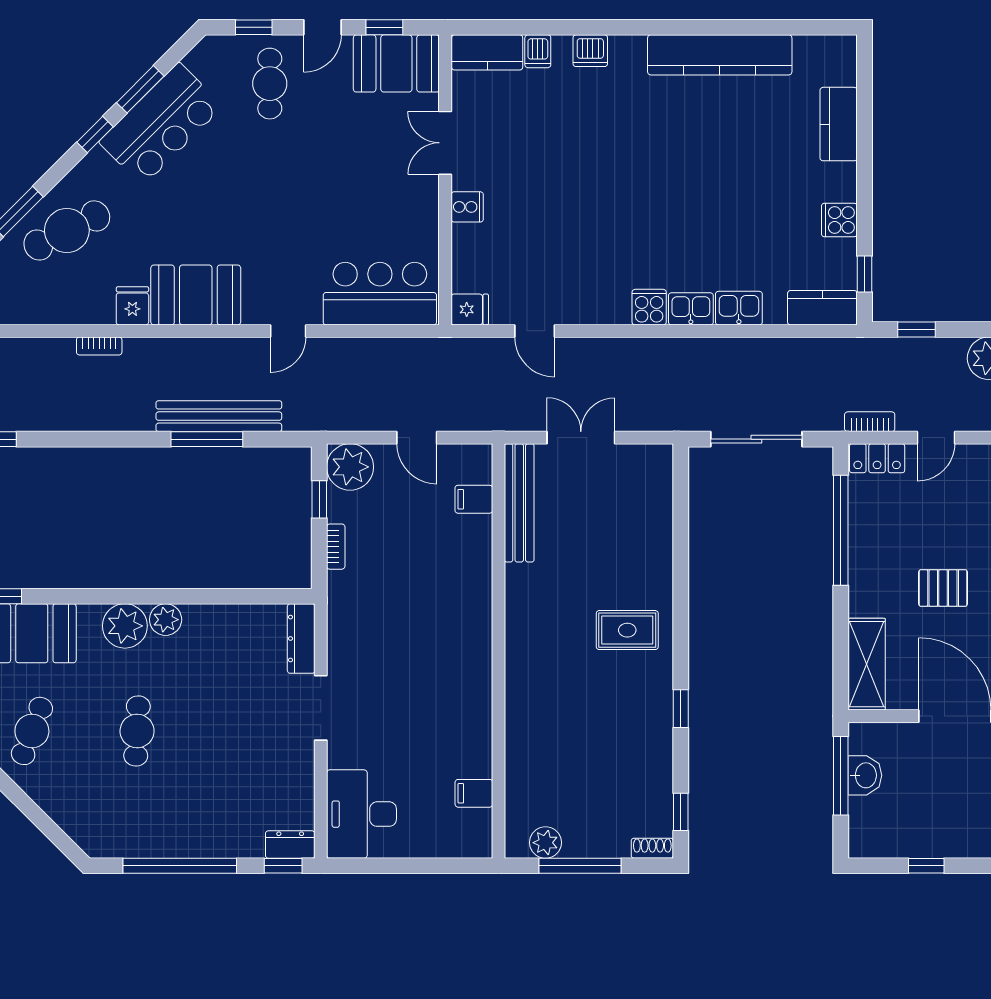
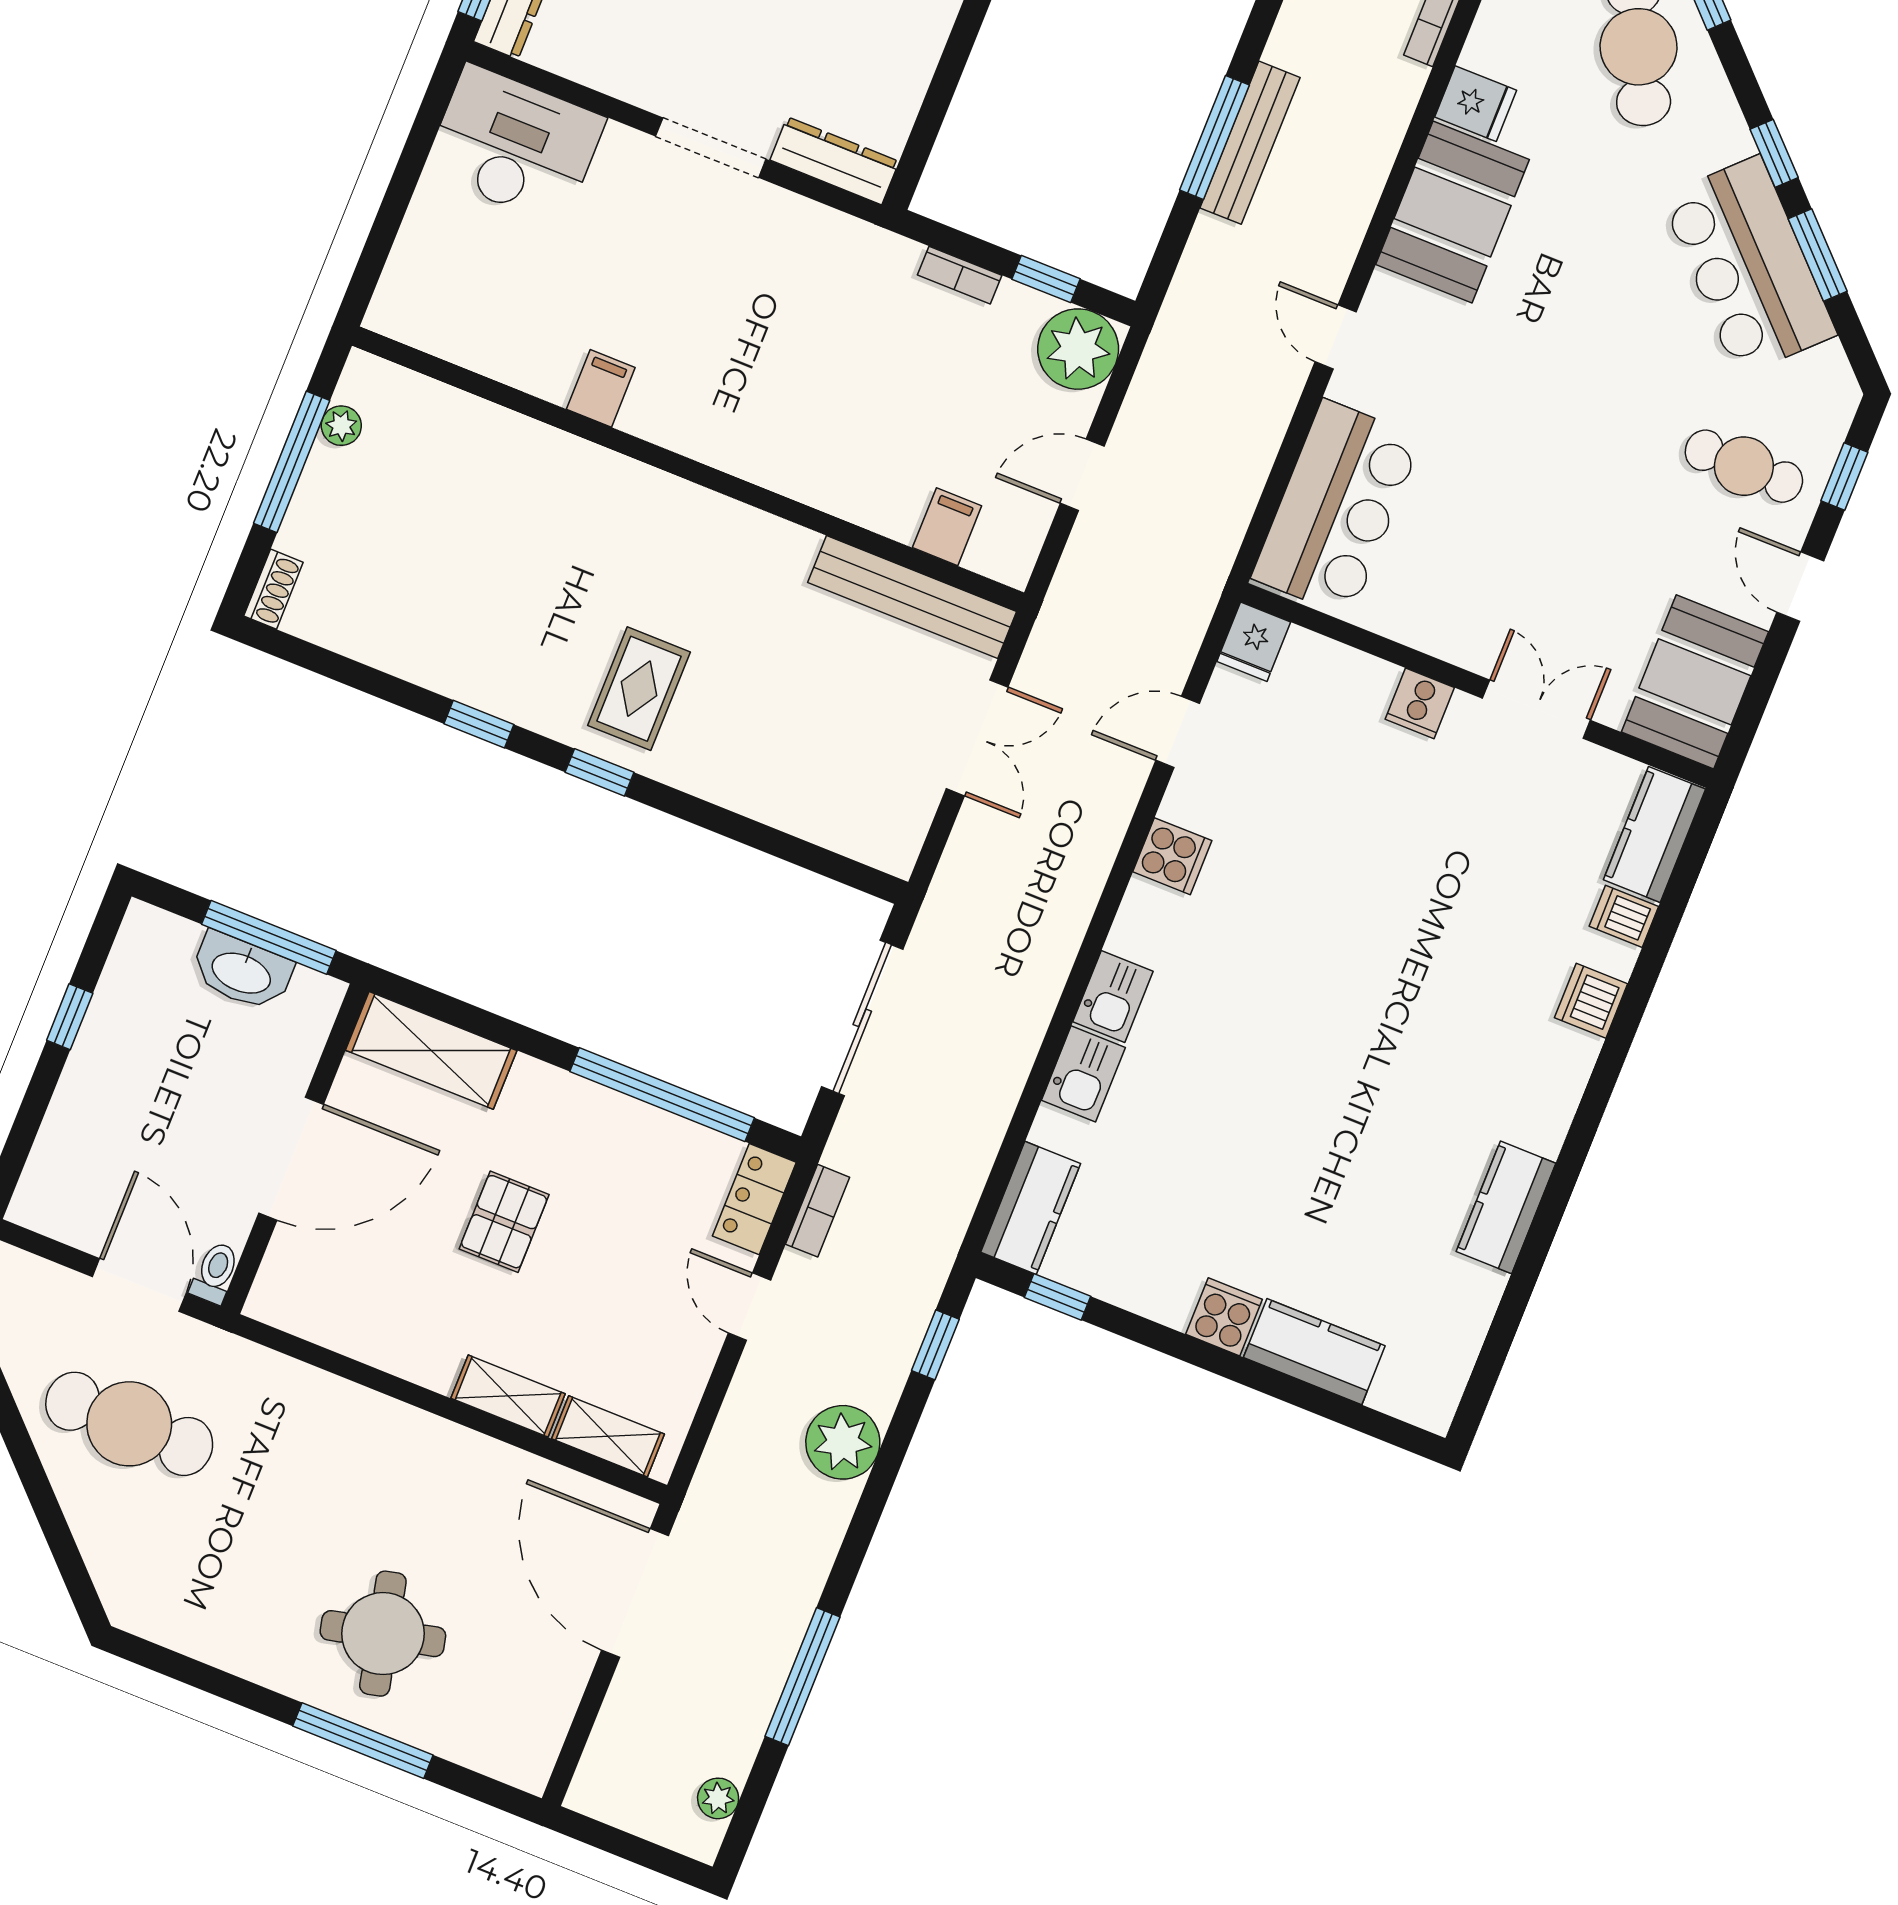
window: (384, 27) -> (1761, 686), removed
kitchen counter: (720, 55) -> (1506, 1207), width x0.48, depth x0.86
cooker: (839, 220) -> (1224, 1317), moved
cooker: (649, 307) -> (1172, 856), moved
bench: (219, 416) -> (1250, 143), width x0.73, depth x0.82
washbasin: (865, 775) -> (242, 972), width x1.38
filing cabinet: (474, 793) -> (601, 388), moved
window: (681, 812) -> (600, 772), moved
plant: (545, 843) -> (341, 426), width x0.73, depth x0.73

